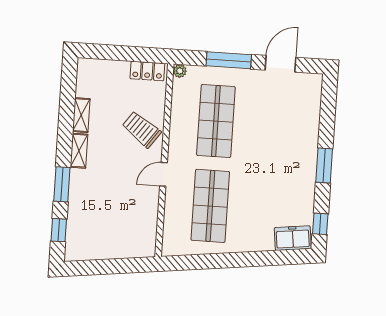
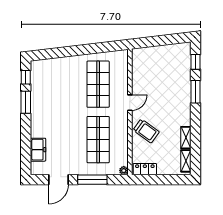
shelving: (79, 151) -> (186, 161), moved
window: (324, 165) -> (26, 102), moved
freezer: (293, 238) -> (38, 150), moved, turned -83

